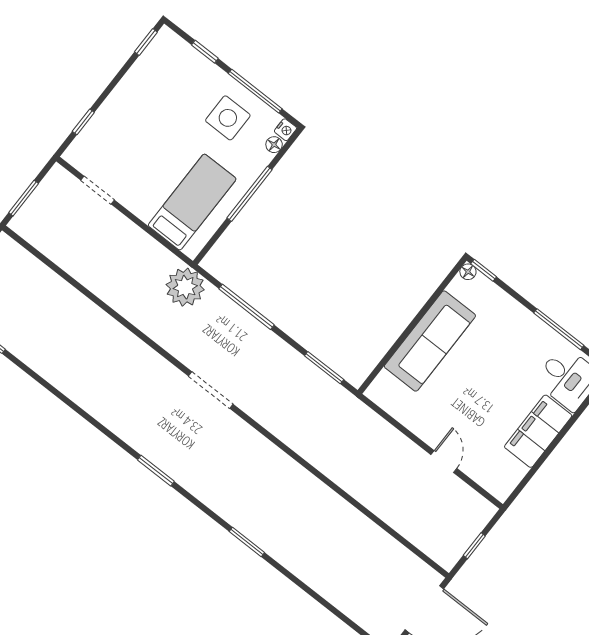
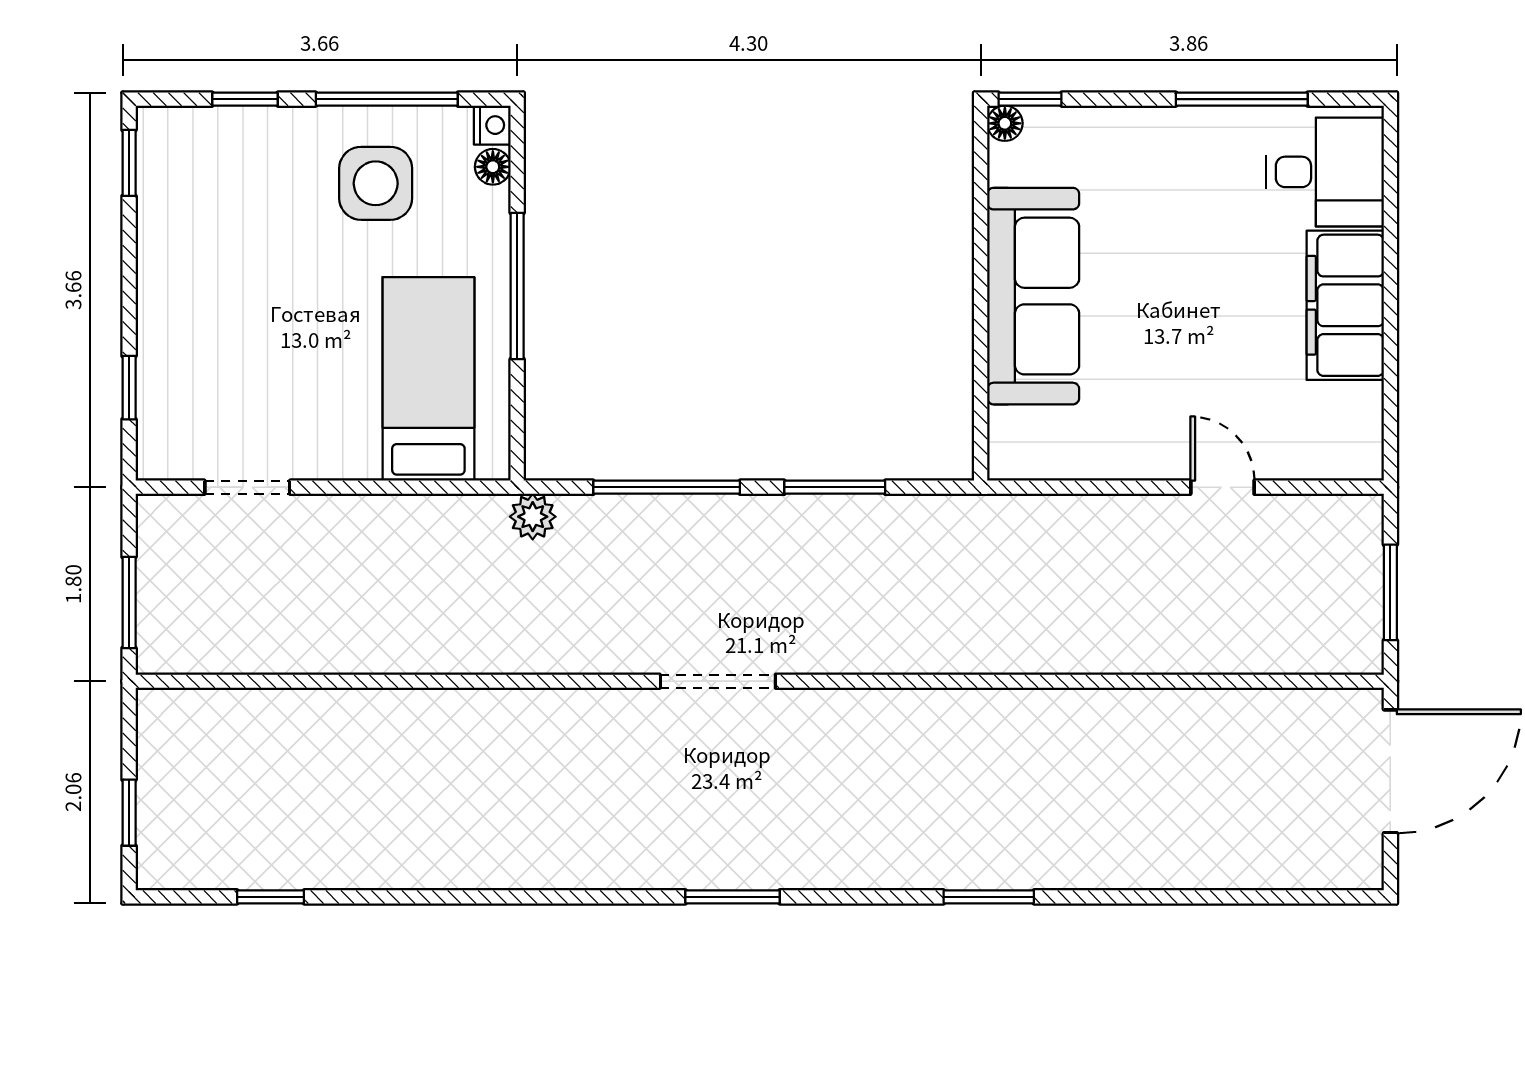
plant: (185, 287) -> (533, 517), width x0.53, depth x0.53
window: (324, 368) -> (835, 487), moved
window: (474, 546) -> (1390, 592), width x1.50

